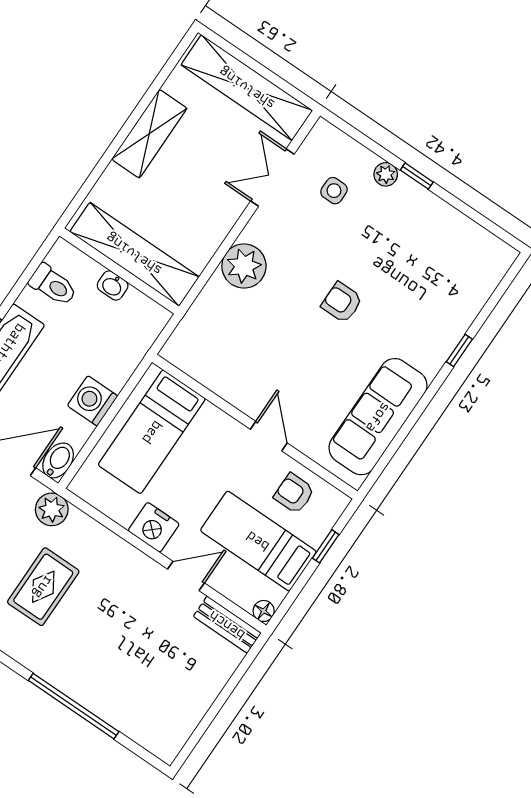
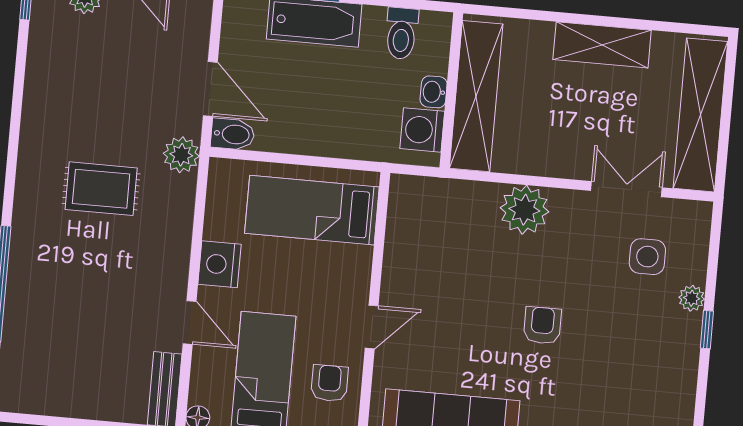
side table: (334, 191) -> (647, 257), width x1.37, depth x1.37
washing machine: (92, 401) -> (422, 130), moved, turned -90

